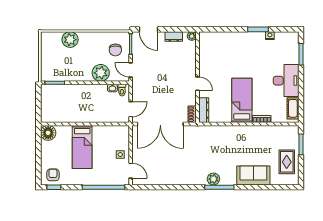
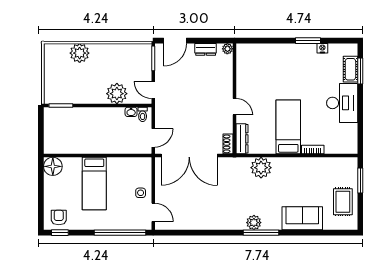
door: (149, 29) -> (175, 41), hinge flipped
chair: (115, 50) -> (135, 66), removed
cot: (293, 108) -> (350, 69), moved
plant: (219, 134) -> (261, 168), added

